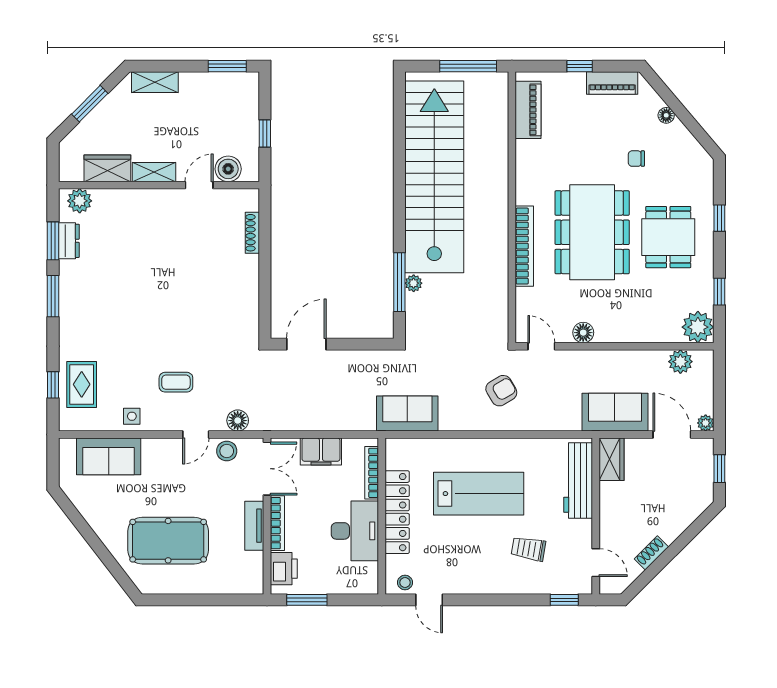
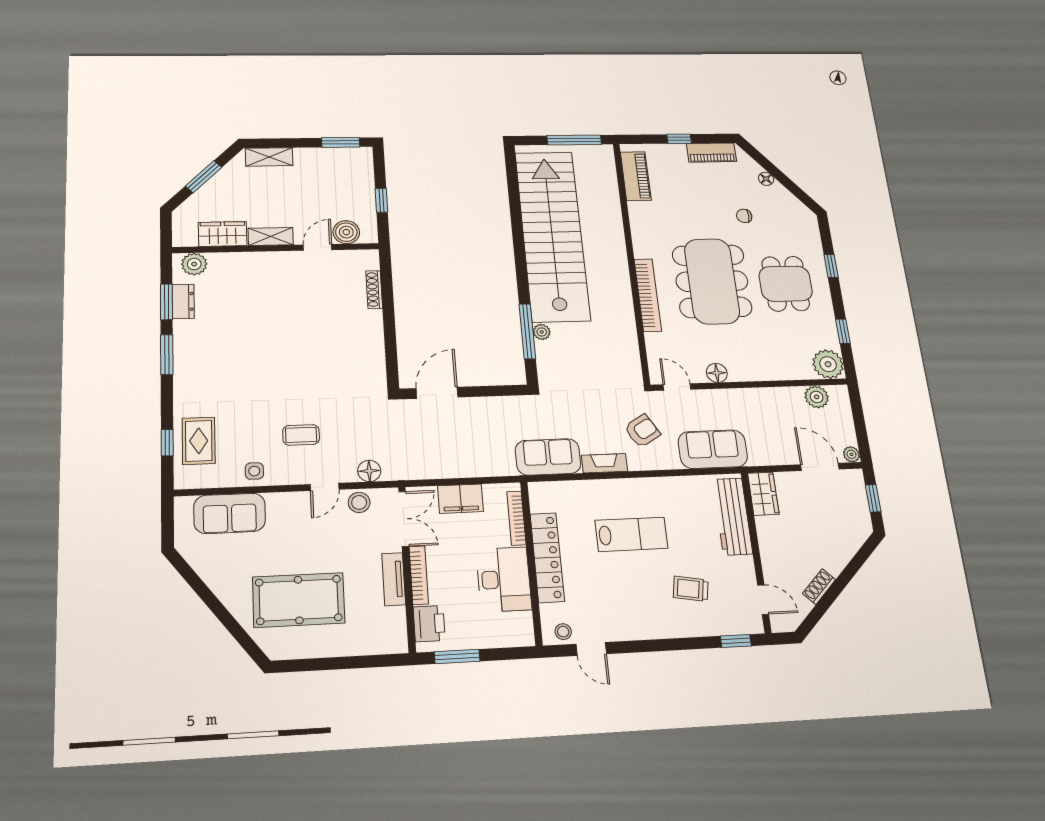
sofa: (615, 412) -> (713, 449), moved
fireplace: (461, 422) -> (604, 463), added
lab bench: (479, 494) -> (631, 534), width x0.73, depth x0.72

